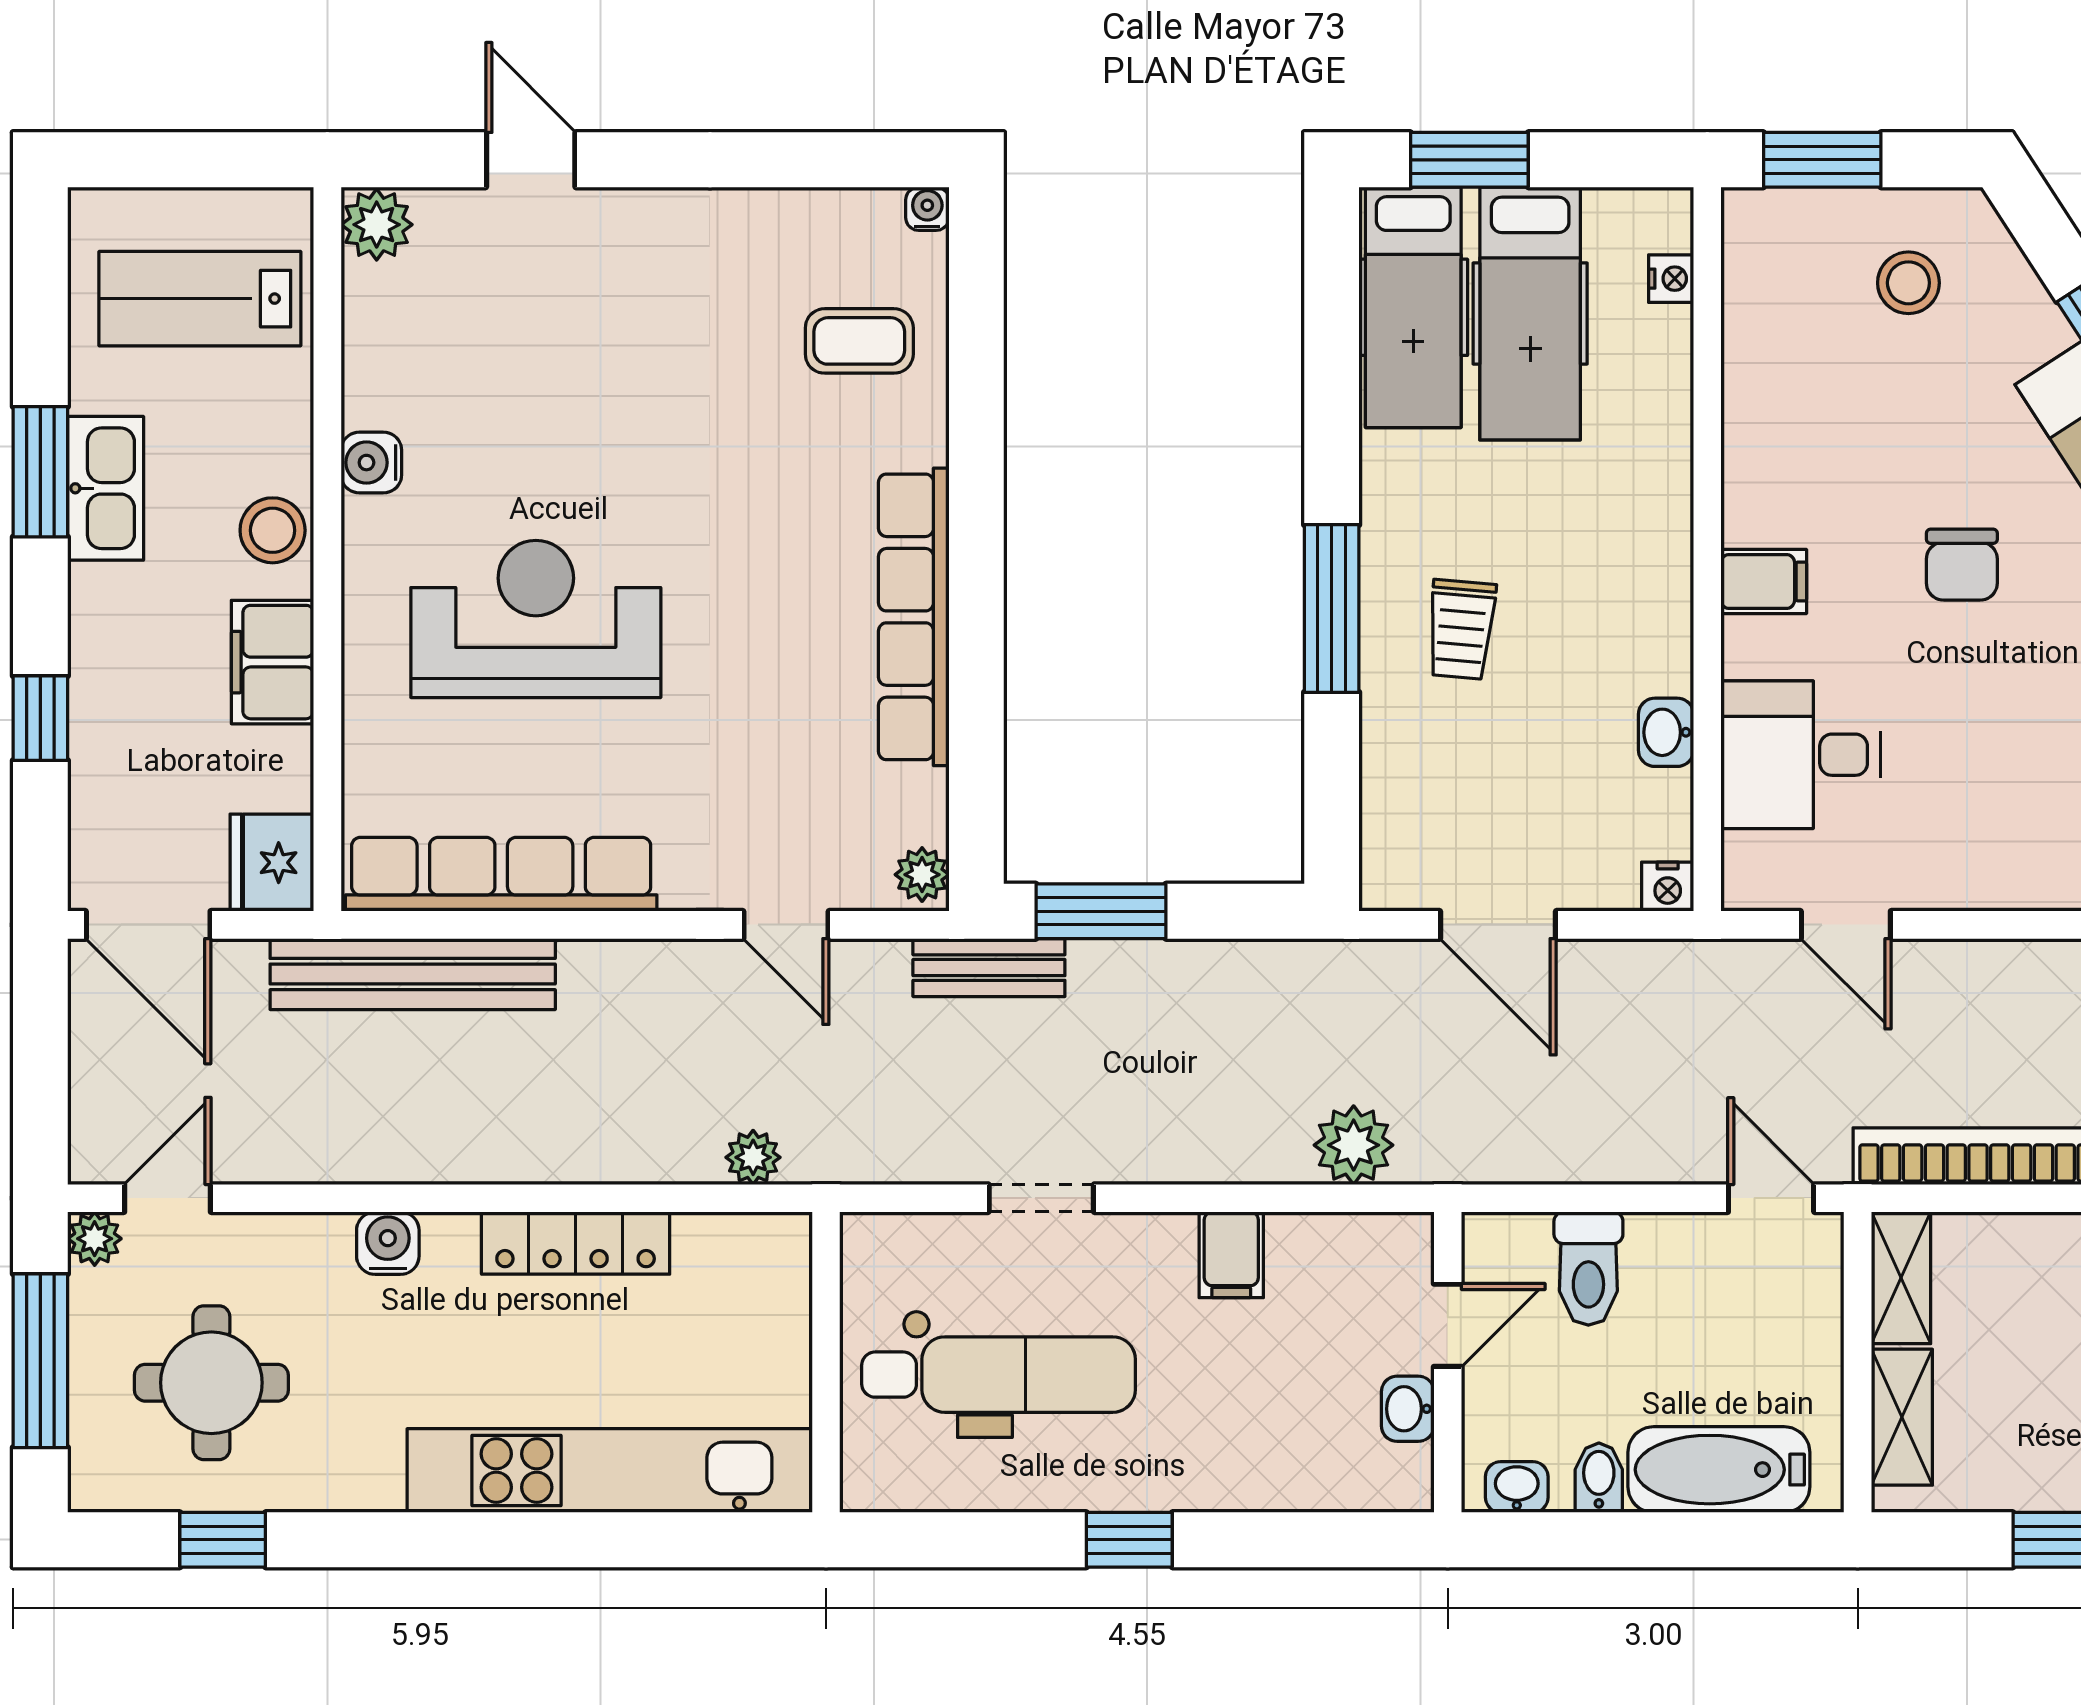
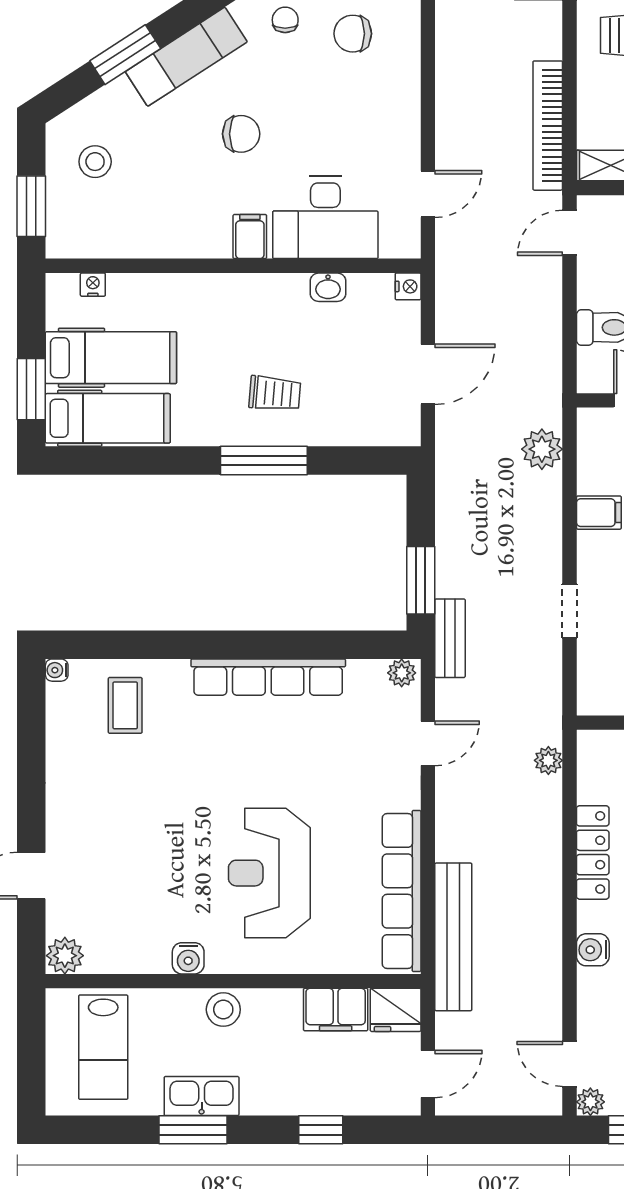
filing cabinet: (273, 662) -> (336, 1010), moved
desk: (1801, 755) -> (325, 217), width x1.37
door: (148, 925) -> (428, 1074), width x0.73

